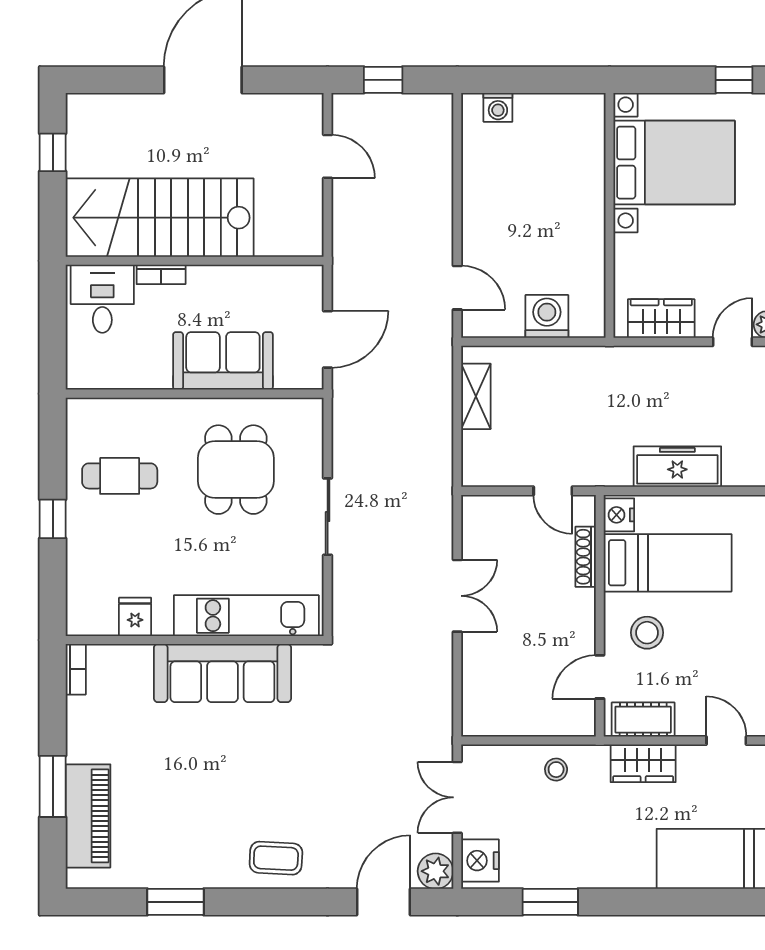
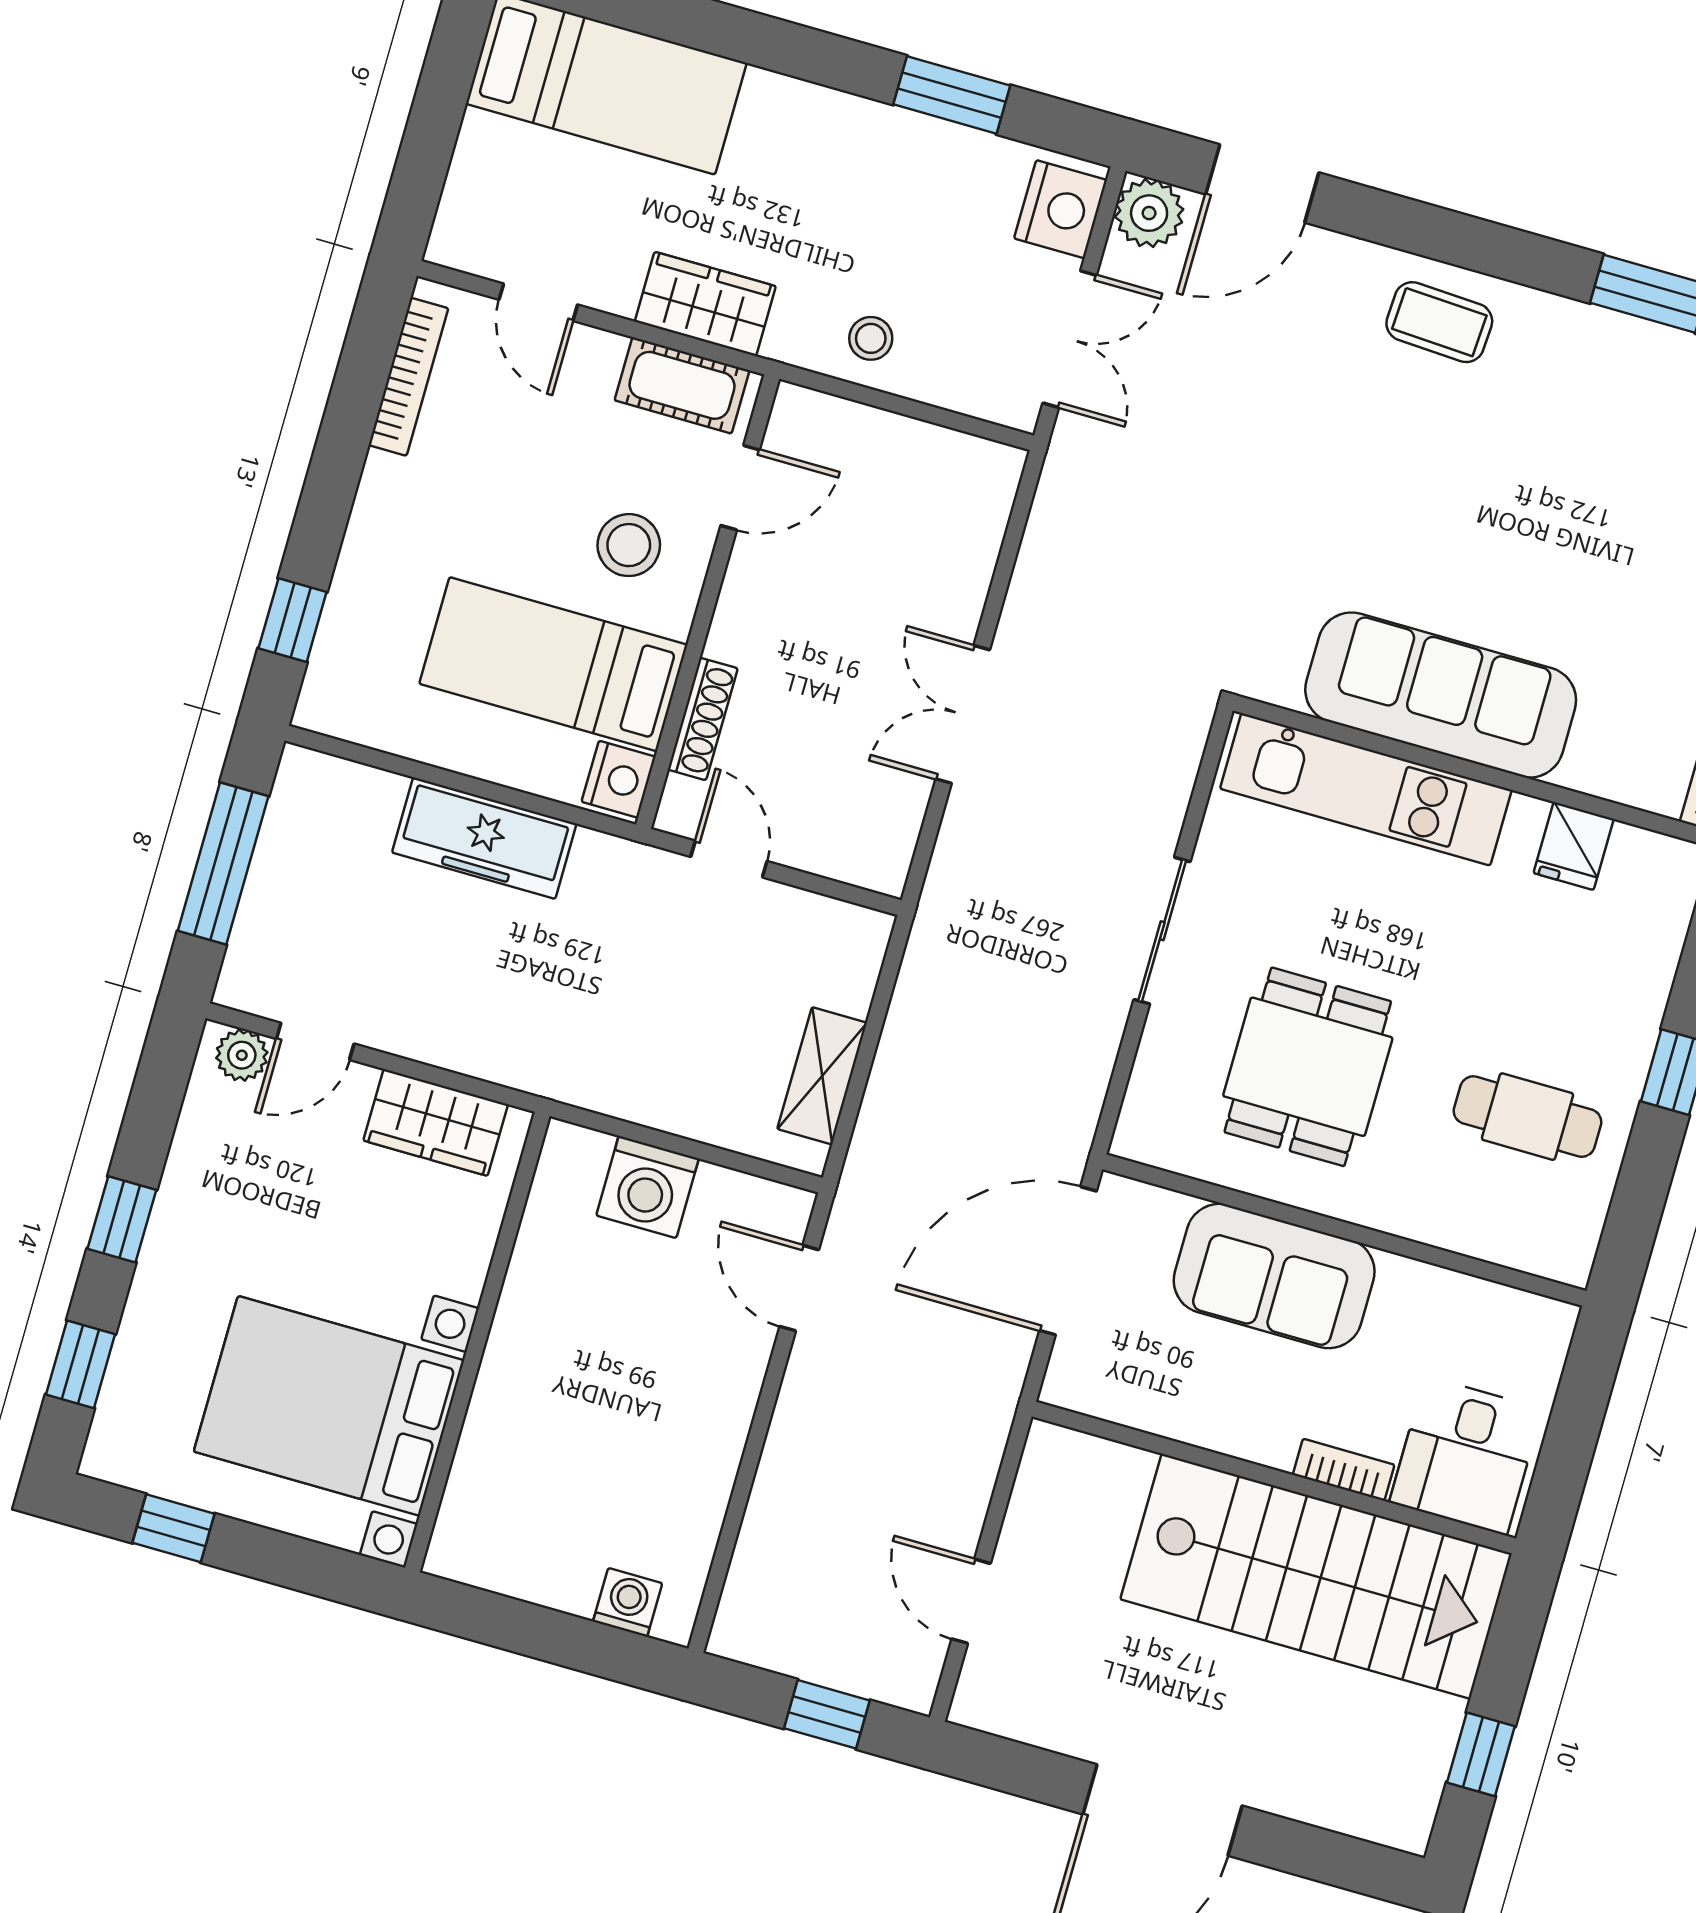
door: (328, 339) -> (1068, 1261), width x1.36

